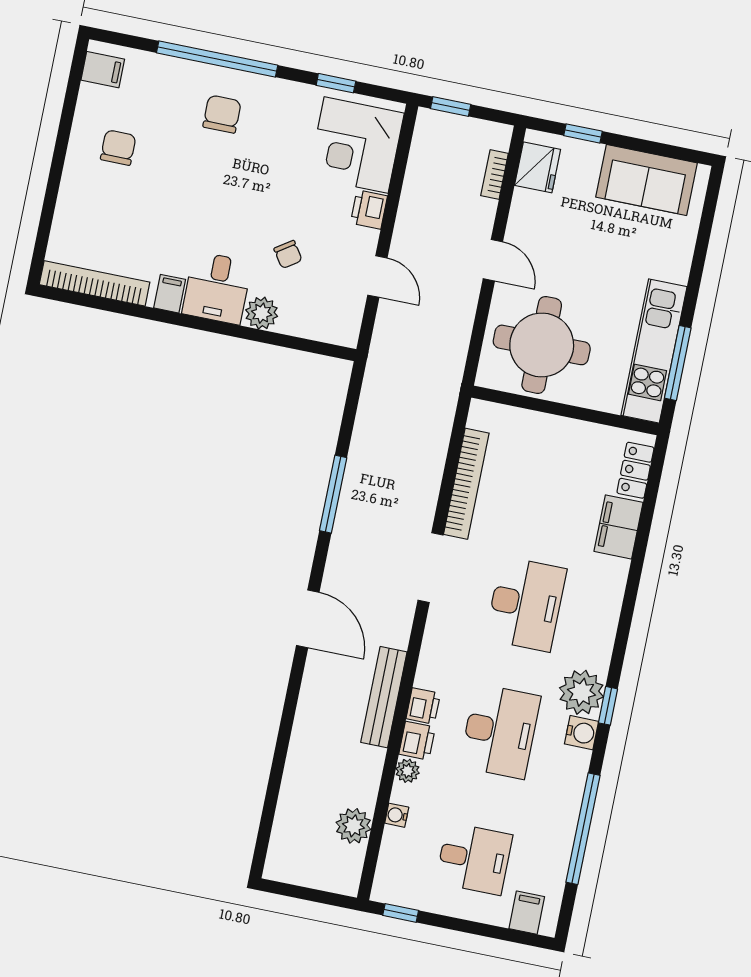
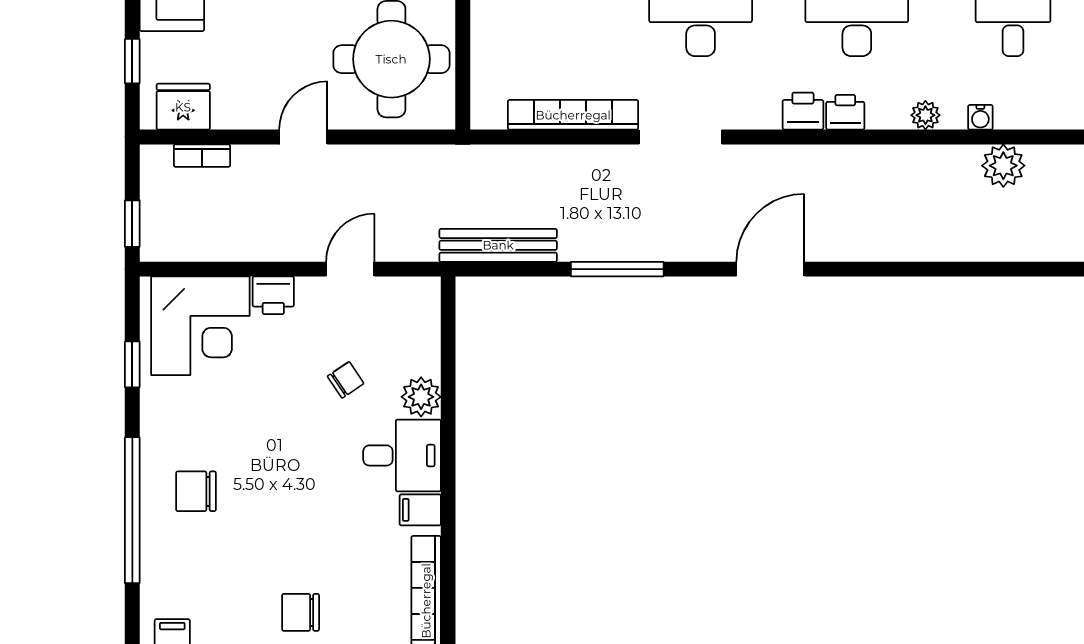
chair: (118, 148) -> (301, 612), moved
bench: (384, 697) -> (498, 245), moved
printer: (417, 741) -> (803, 111), moved

